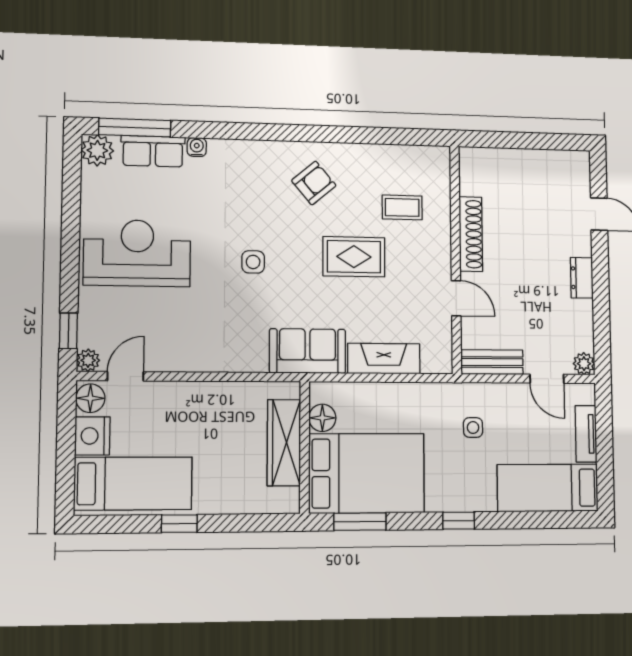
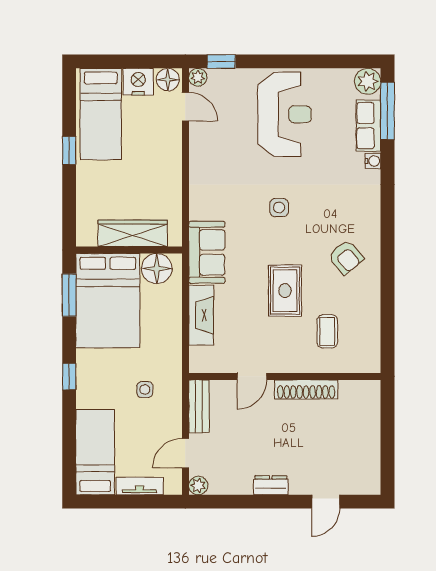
floor lamp: (322, 418) -> (157, 269), width x1.38, depth x1.38

